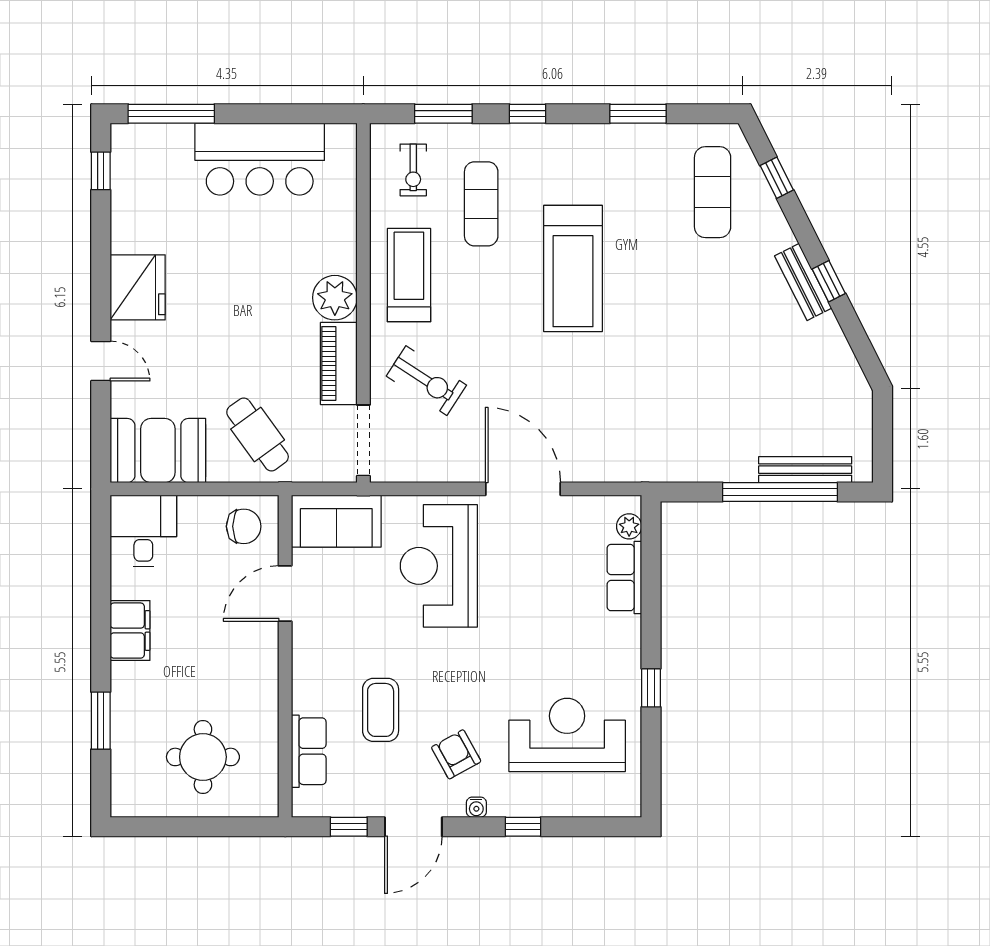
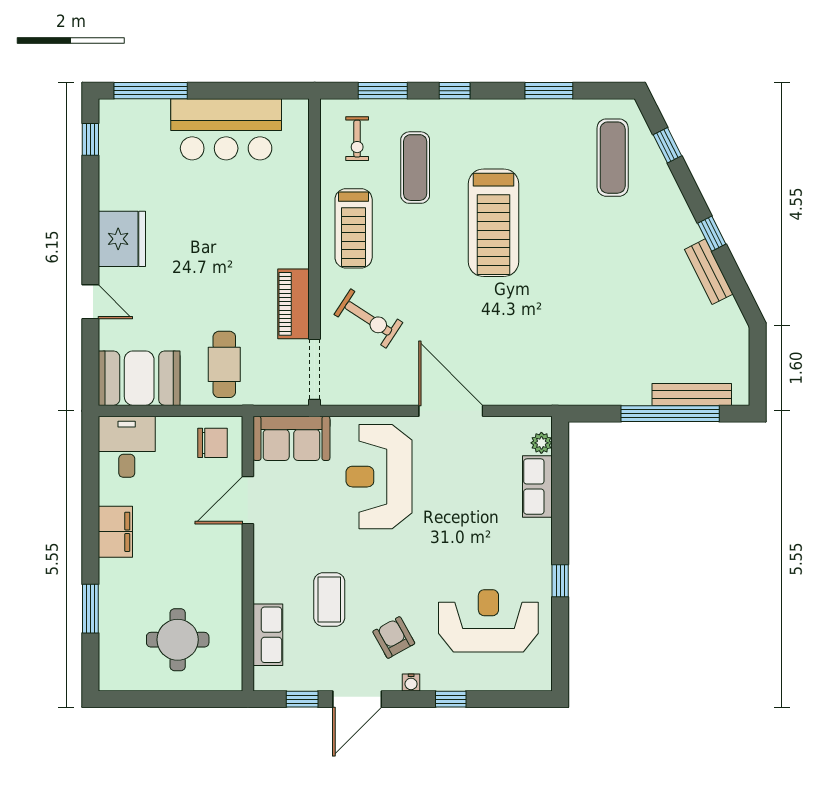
treadmill: (409, 275) -> (354, 228), turned 180
bench: (803, 282) -> (709, 272), moved
plant: (335, 298) -> (290, 248), removed
cafe table: (258, 434) -> (224, 364), turned 36

